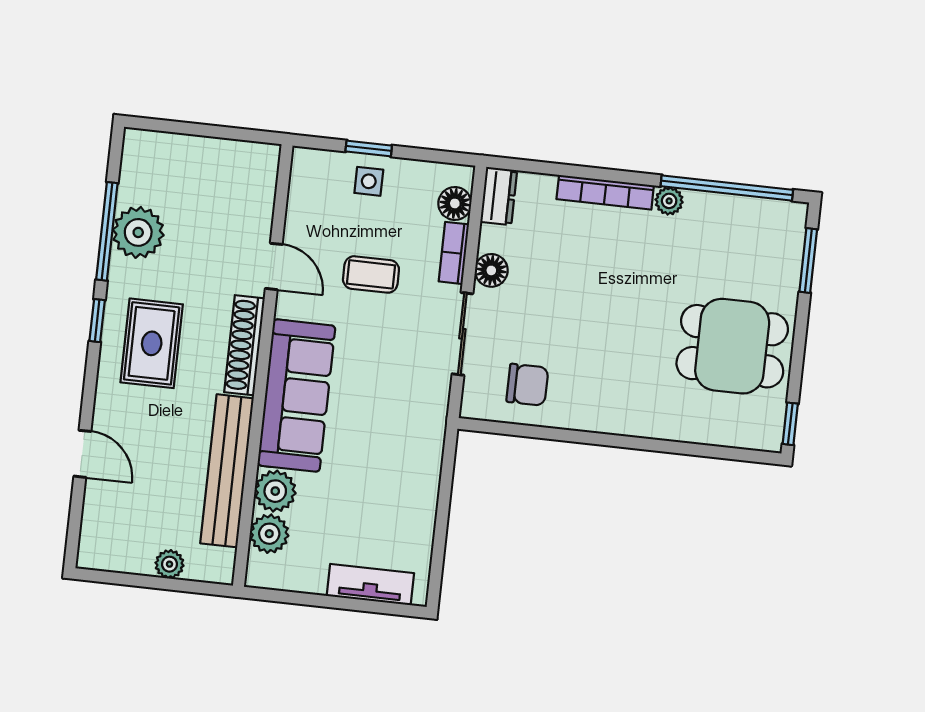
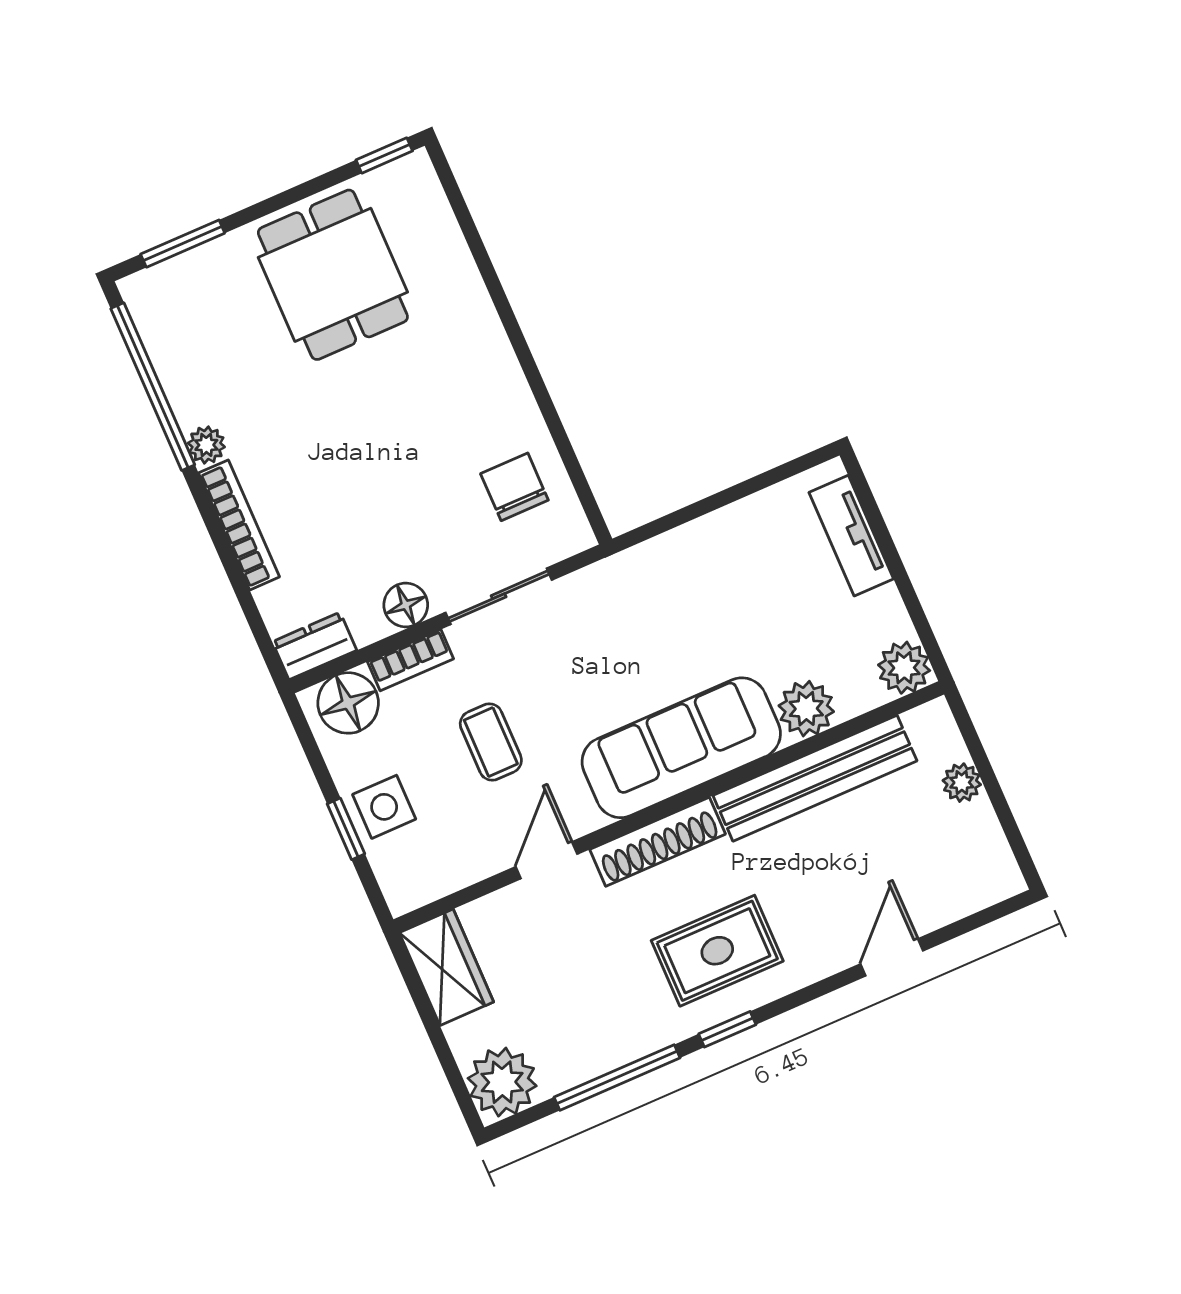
wardrobe: (242, 162) -> (446, 967), added
side table: (369, 181) -> (384, 807), width x1.37, depth x1.37
floor lamp: (455, 203) -> (348, 703), width x1.38, depth x1.38
plant: (138, 232) -> (502, 1082), moved
plant: (269, 534) -> (904, 668), moved

